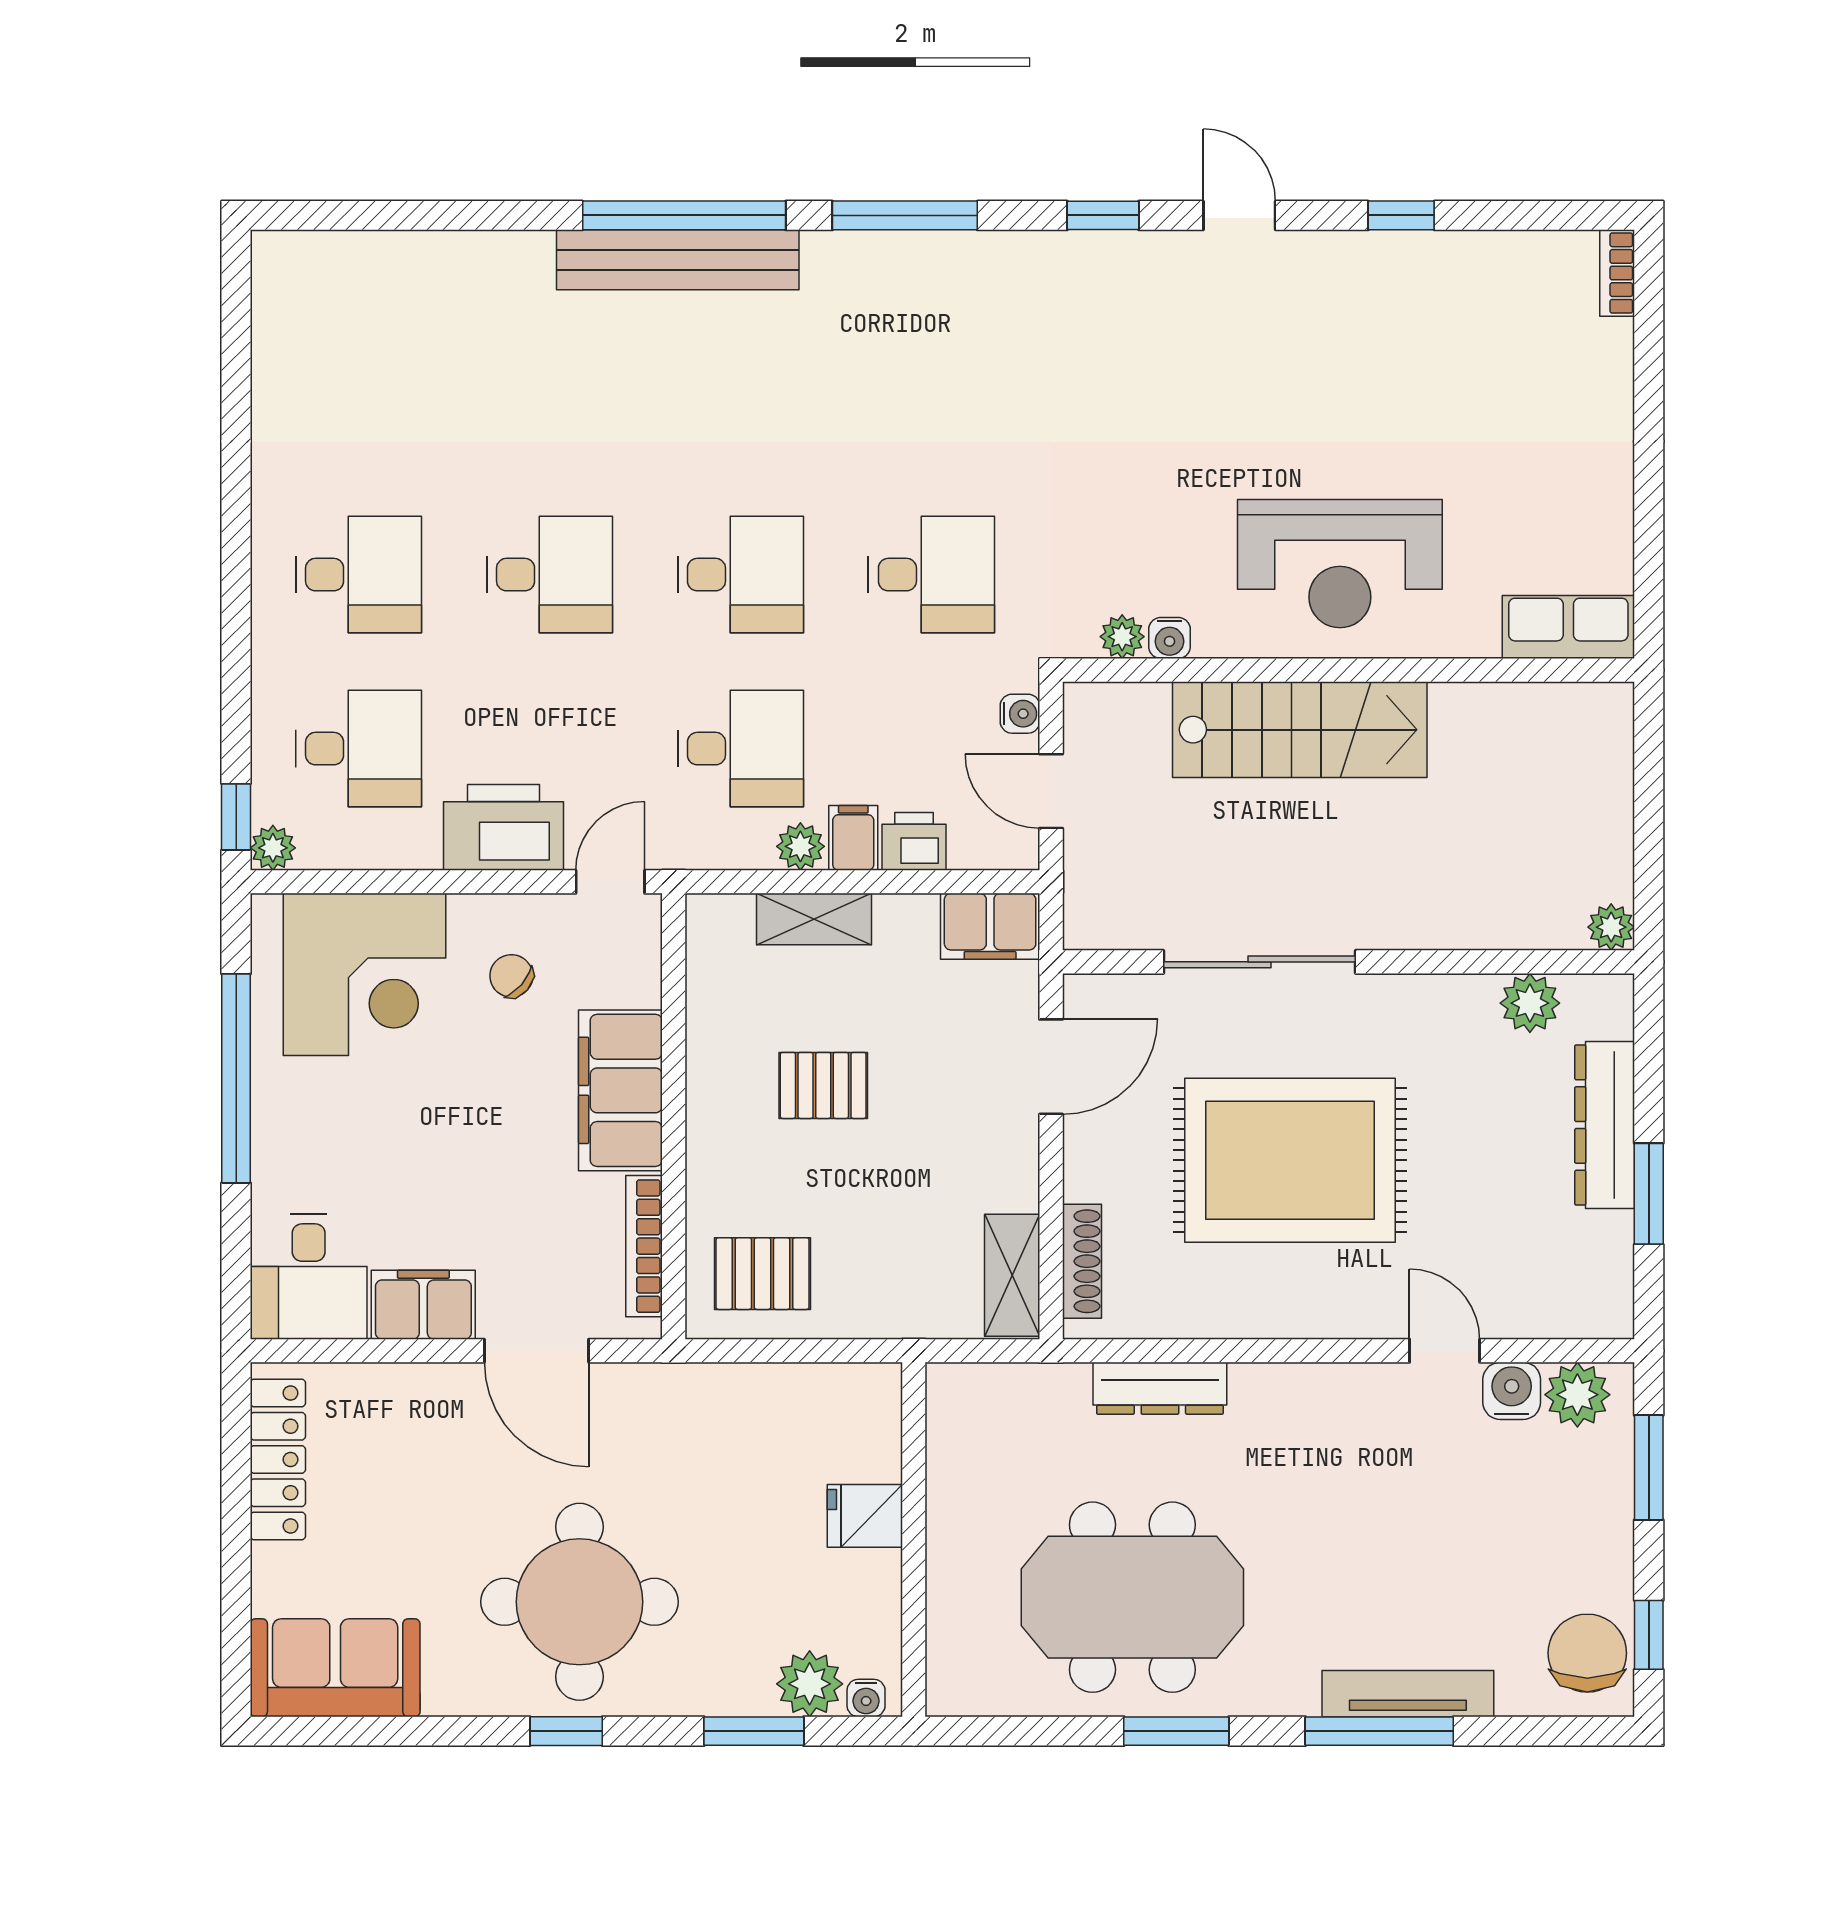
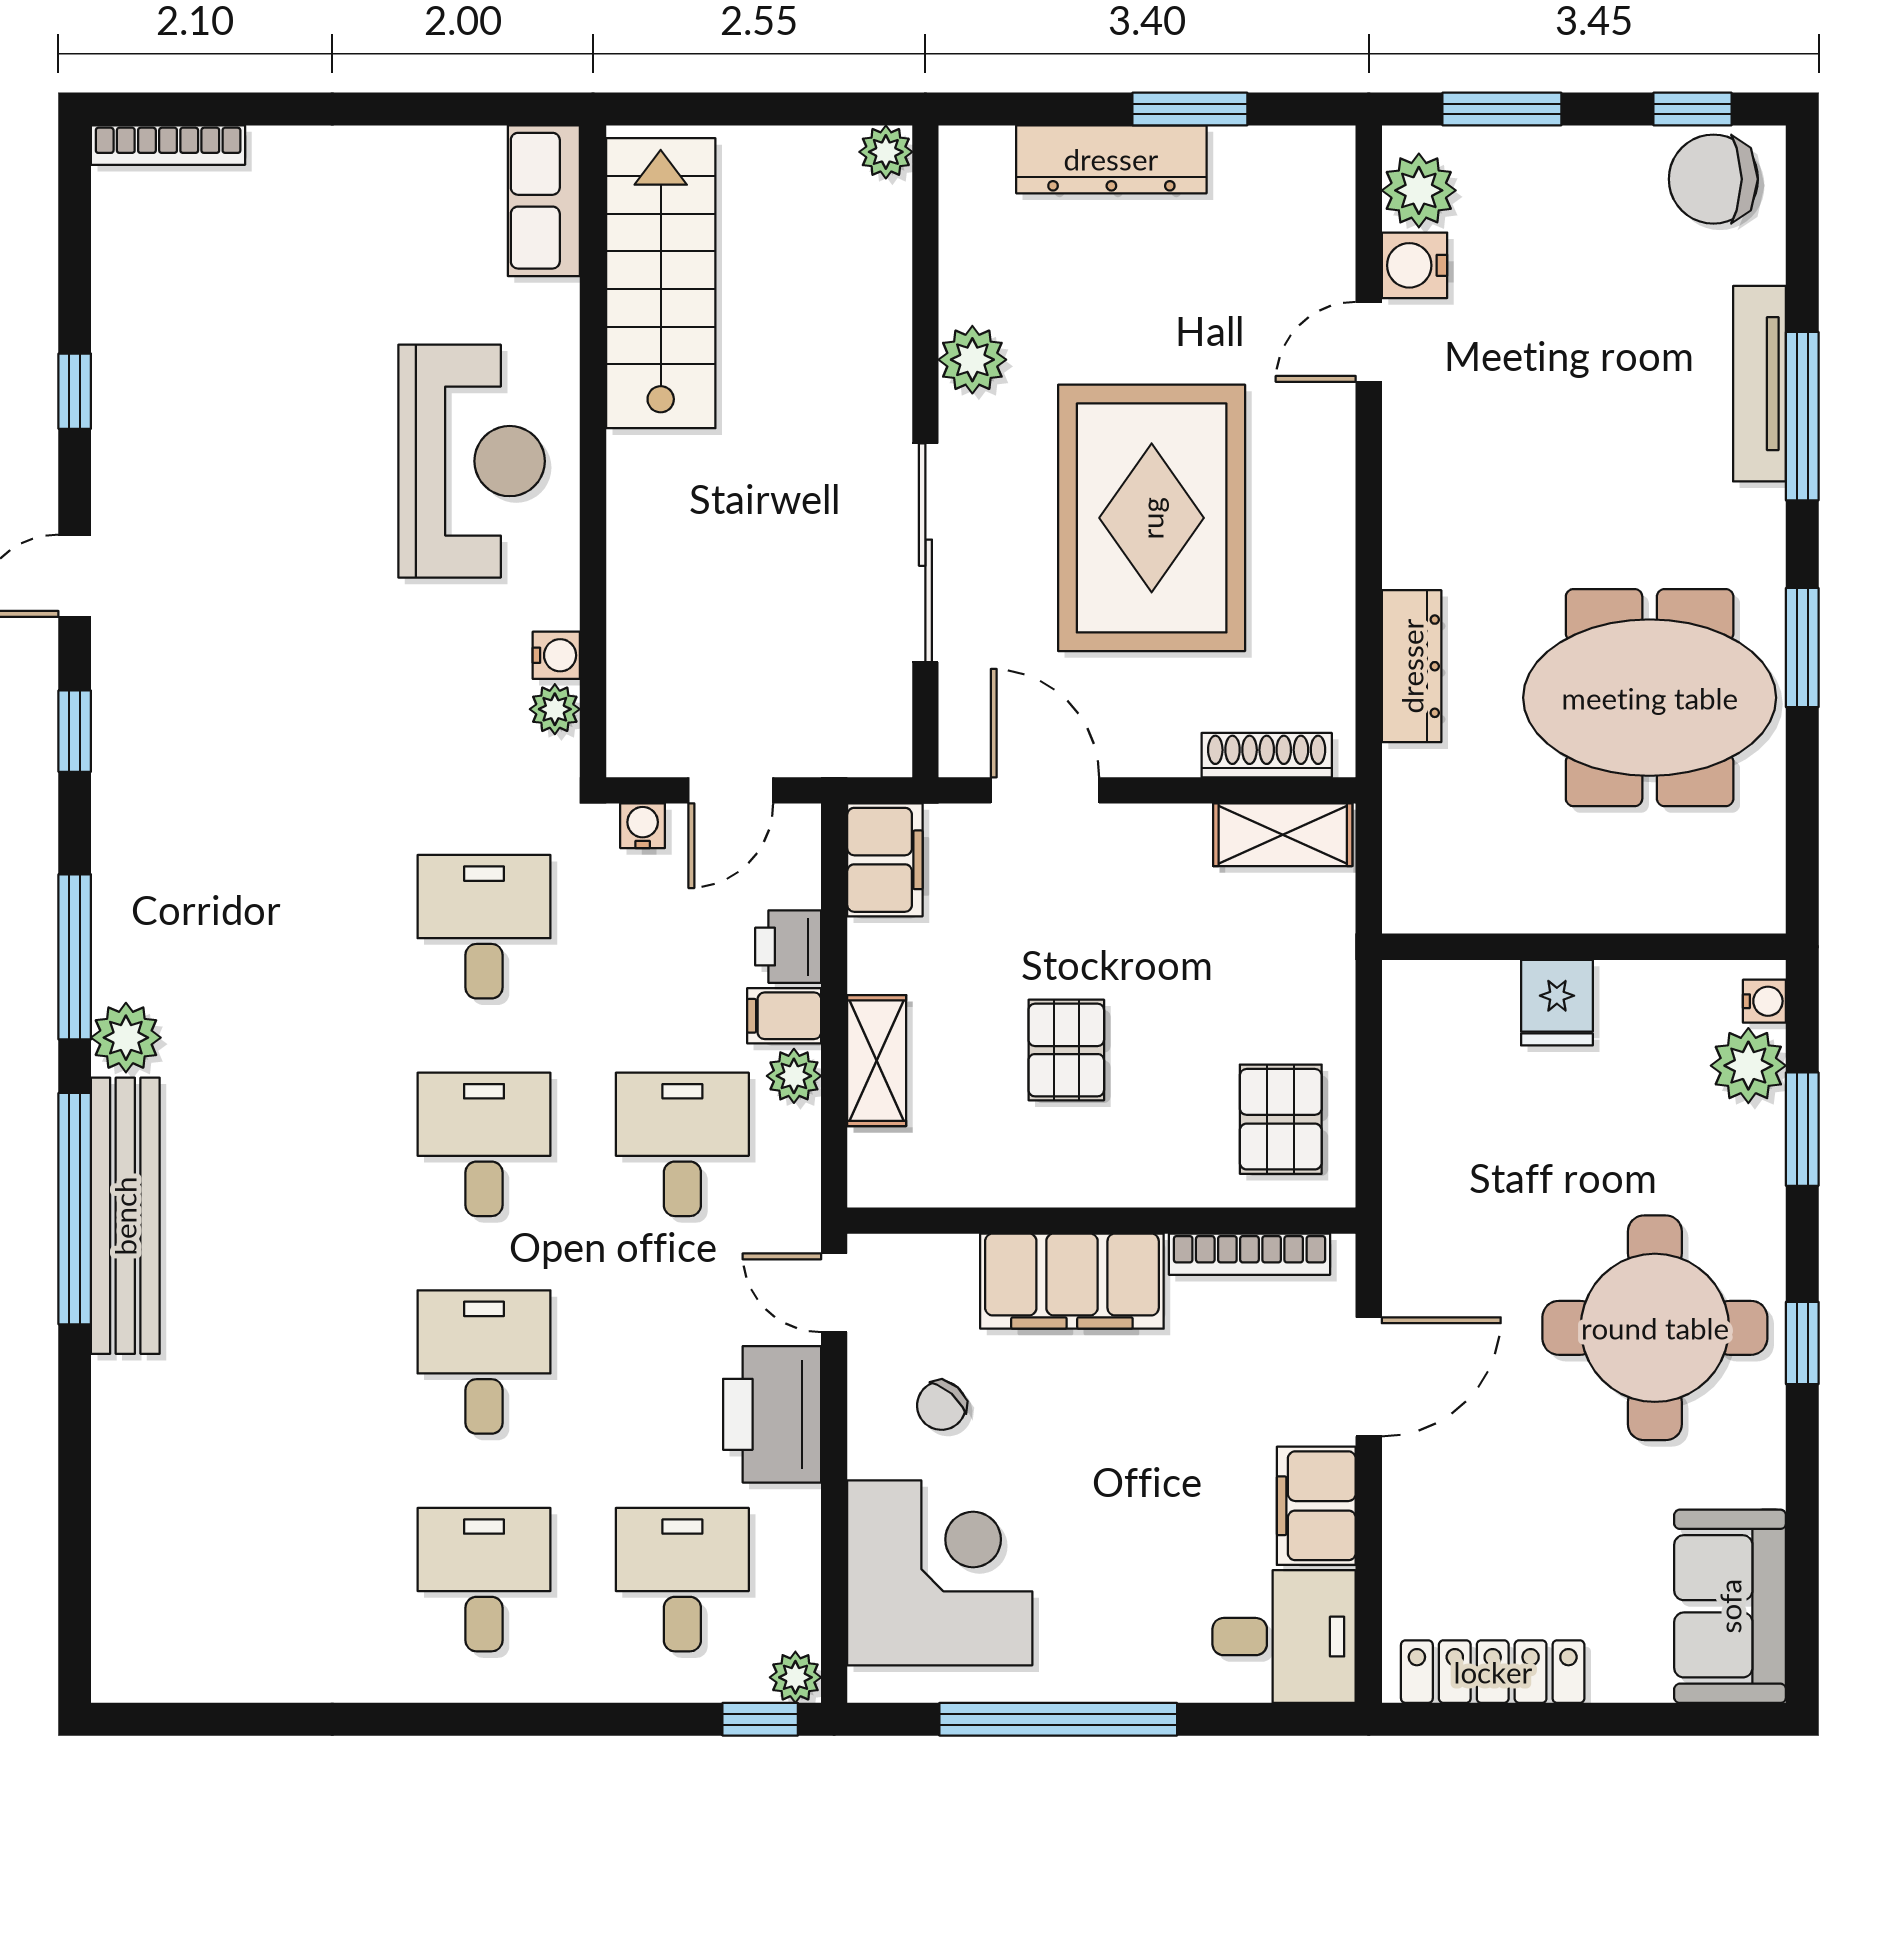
plant: (834, 260) -> (126, 1038), added
bookcase: (1617, 273) -> (168, 145), width x1.56
stairs: (1300, 730) -> (661, 283), moved
plant: (1530, 1003) -> (972, 360), moved
meeting table: (1132, 1597) -> (1650, 698), turned 90

